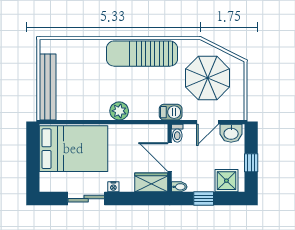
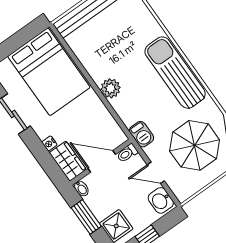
door: (170, 157) -> (102, 161), hinge flipped
nightstand: (113, 187) -> (49, 143), moved
window: (204, 199) -> (86, 217), width x1.50

